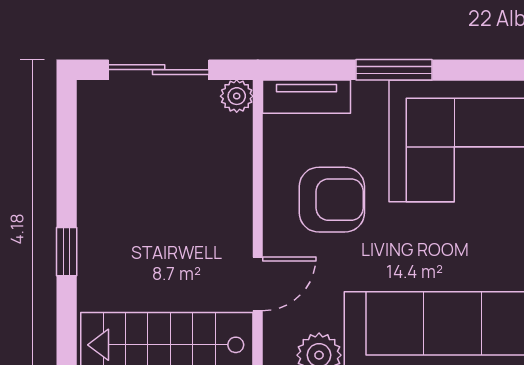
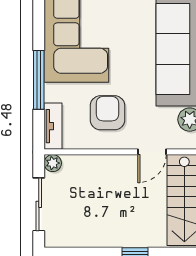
window: (394, 70) -> (39, 80), width x1.44
door: (258, 284) -> (152, 152), swing flipped

